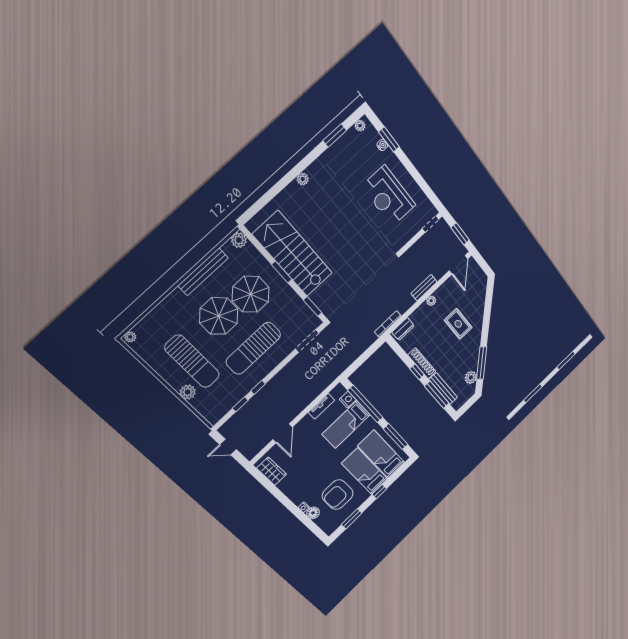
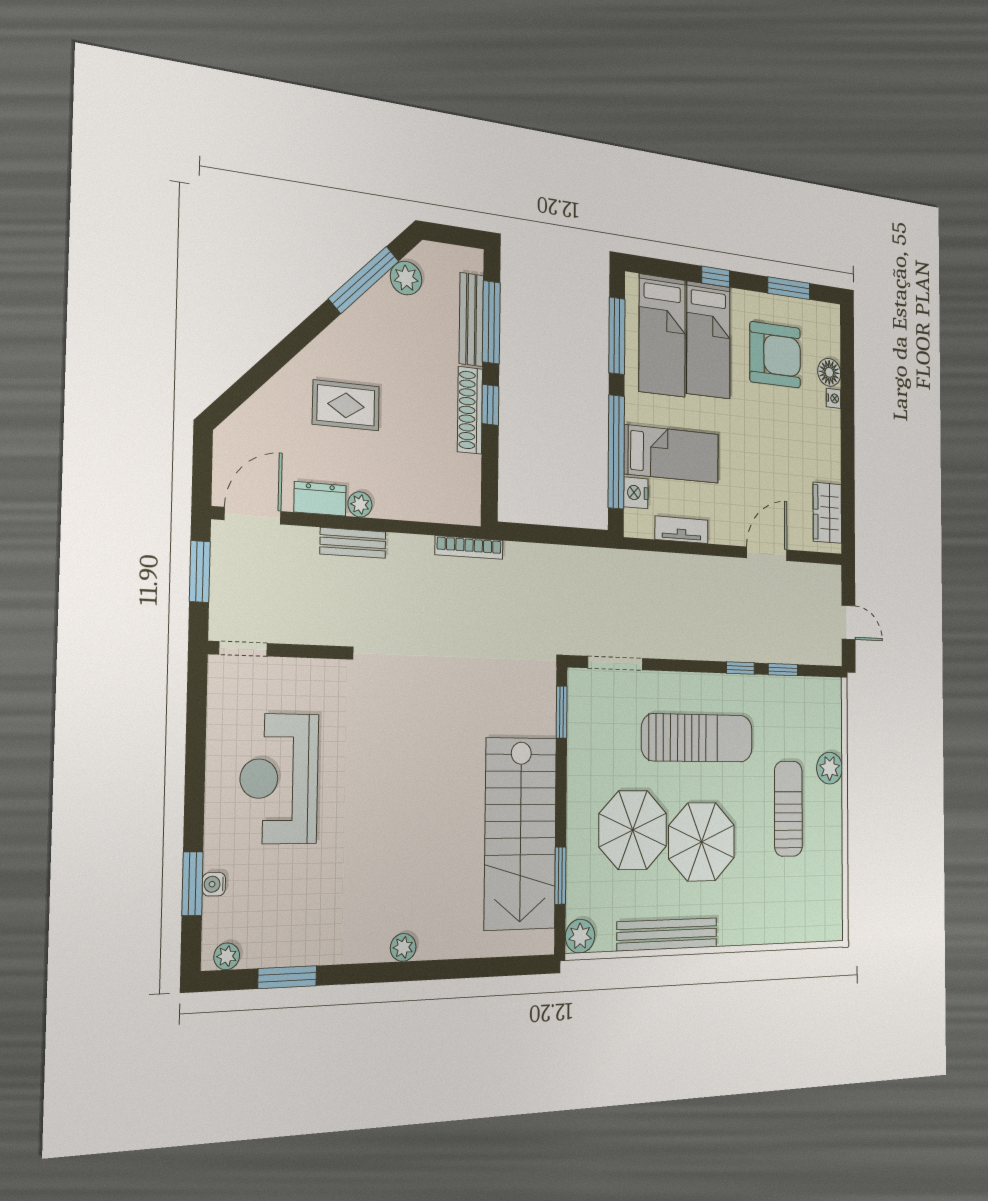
reception desk: (389, 196) -> (279, 779), turned 180
window: (282, 272) -> (560, 876), moved
rug: (458, 324) -> (346, 405), turned 90
dresser: (403, 329) -> (320, 499), moved
plant: (130, 337) -> (830, 930), removed
sun lounger: (192, 361) -> (788, 809), width x0.73, depth x0.75

